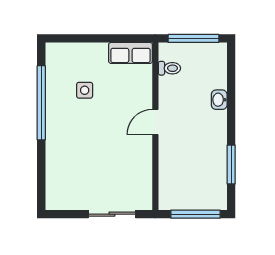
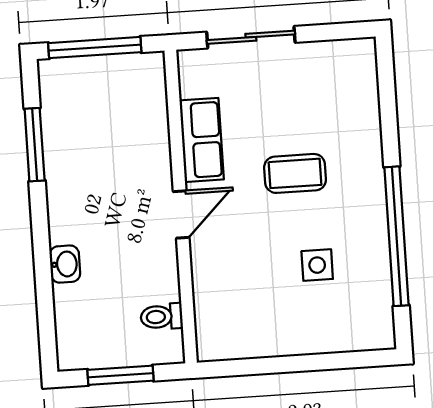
window: (193, 38) -> (121, 375), width x0.69
row of seats: (130, 53) -> (202, 140), moved, turned 90
coffee table: (93, 140) -> (295, 173), added

